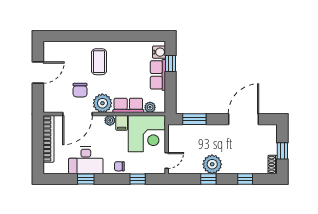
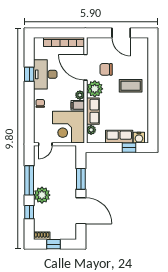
window: (194, 119) -> (81, 179), moved
door: (167, 160) -> (45, 144), hinge flipped
plant: (212, 164) -> (42, 195), moved
window: (138, 179) -> (29, 119), removed
window: (208, 179) -> (29, 180), width x2.17

